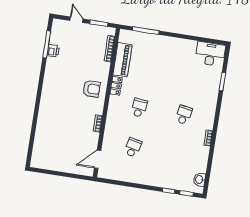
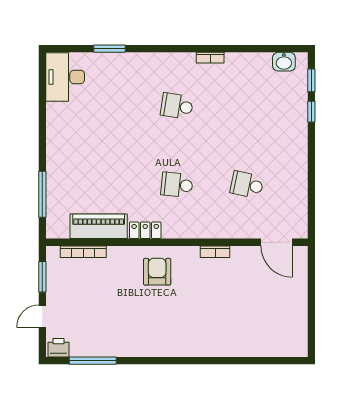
printer: (53, 51) -> (58, 348), moved

